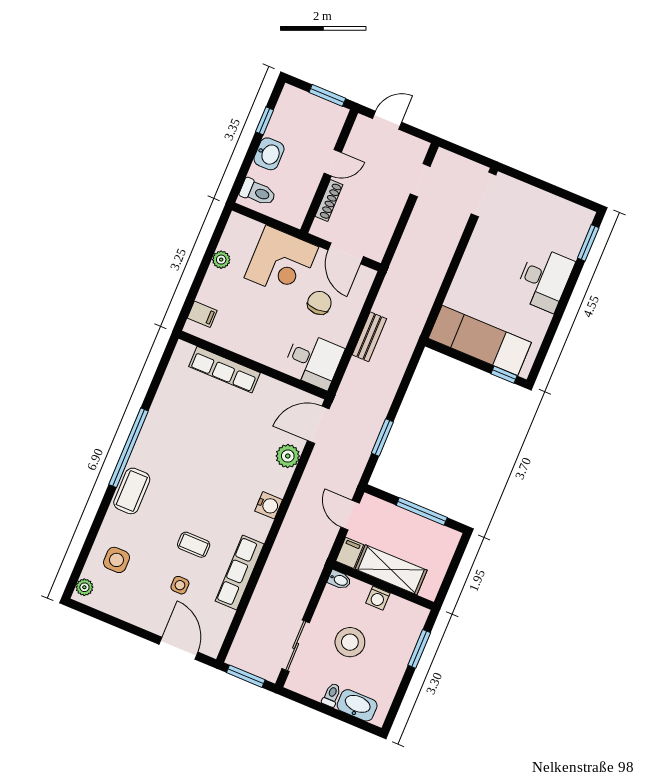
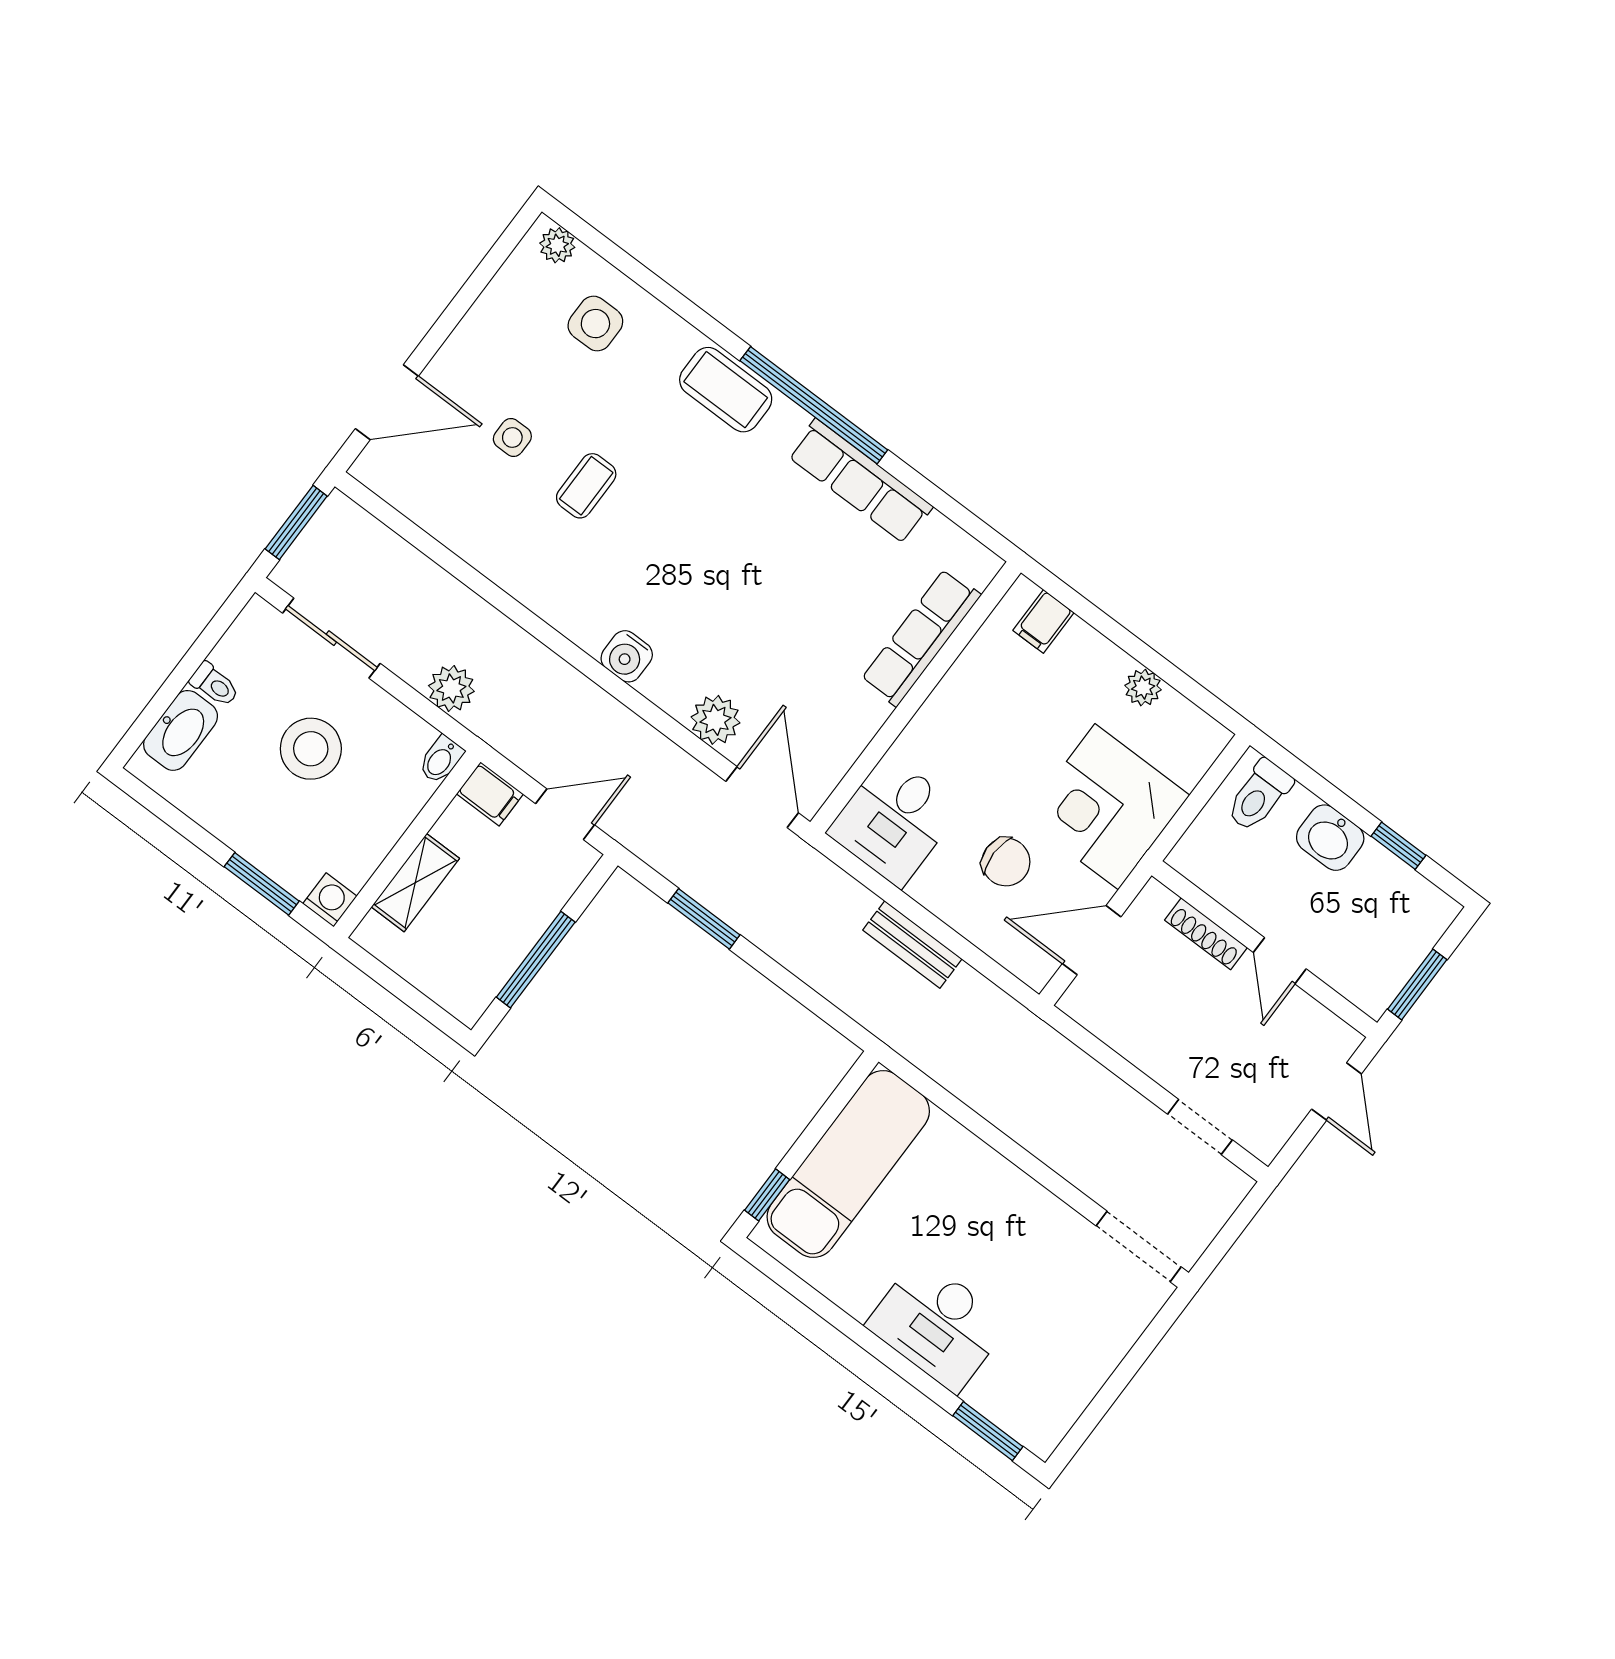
shelving: (391, 570) -> (415, 883), width x0.67, depth x0.75
row of seats: (240, 573) -> (860, 481), moved, turned 180
plant: (305, 584) -> (451, 688), added
washing machine: (378, 598) -> (330, 900), moved, turned 90

